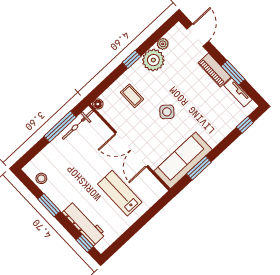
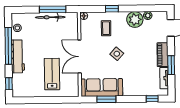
window: (132, 59) -> (112, 9), moved
bicycle: (78, 125) -> (50, 17), moved
window: (49, 205) -> (8, 46), width x2.11
workbench: (84, 223) -> (18, 56), moved

